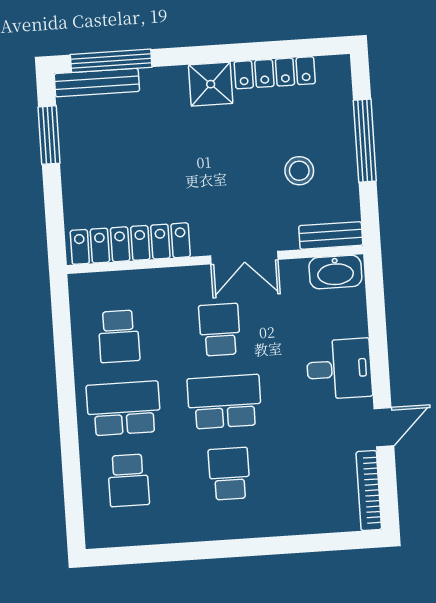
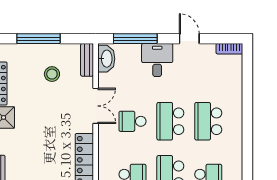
window: (377, 324) -> (135, 39), added
school desk: (229, 474) -> (208, 121), width x1.85
bookcase: (369, 491) -> (229, 49), width x0.64

